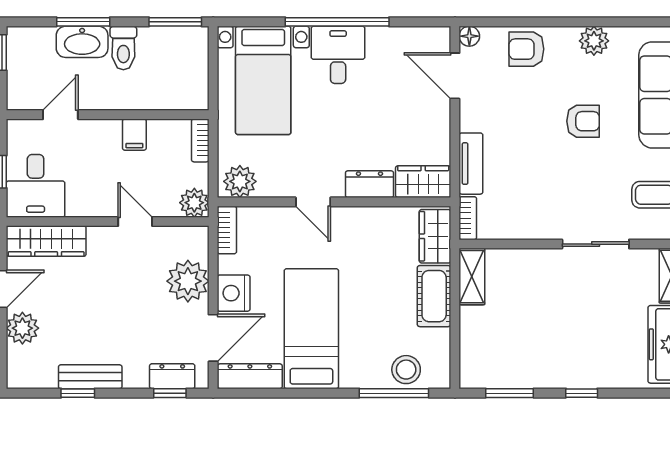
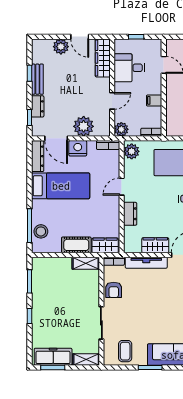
armchair: (583, 121) -> (114, 290), moved
tv unit: (471, 164) -> (146, 263), width x1.41
wardrobe: (423, 182) -> (155, 245), moved, turned -90
desk: (36, 186) -> (129, 68), moved
dresser: (172, 376) -> (38, 106), moved

